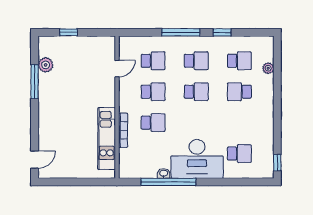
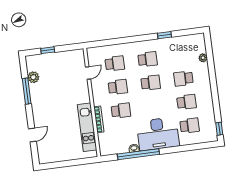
window: (181, 32) -> (133, 39), removed
school desk: (239, 61) -> (186, 102), moved
door: (35, 160) -> (32, 135), moved

